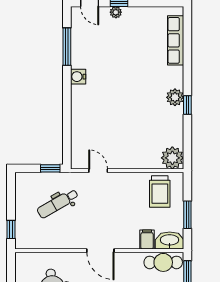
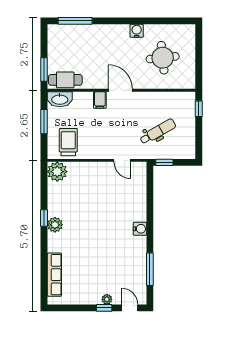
water cooler: (78, 77) -> (140, 229), moved
filing cabinet: (147, 239) -> (100, 100), moved

